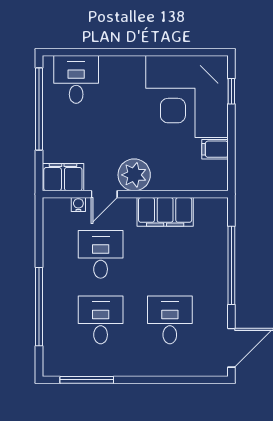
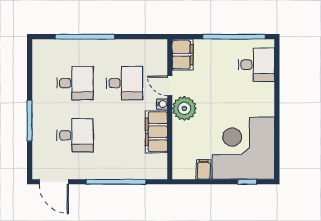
water cooler: (78, 205) -> (162, 104), moved
window: (87, 380) -> (30, 121), moved

